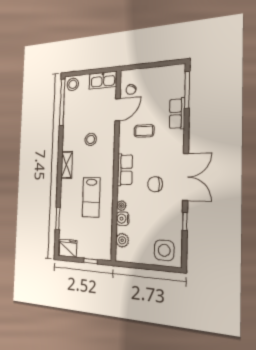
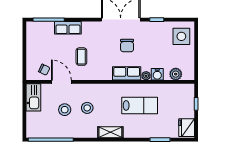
stool: (73, 84) -> (65, 110), moved
row of seats: (125, 170) -> (127, 73), moved

